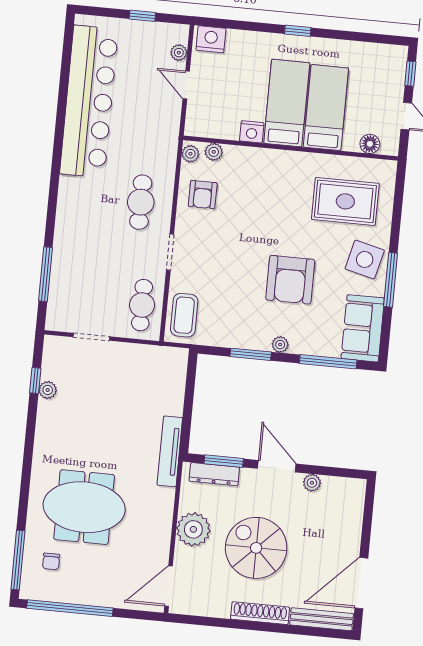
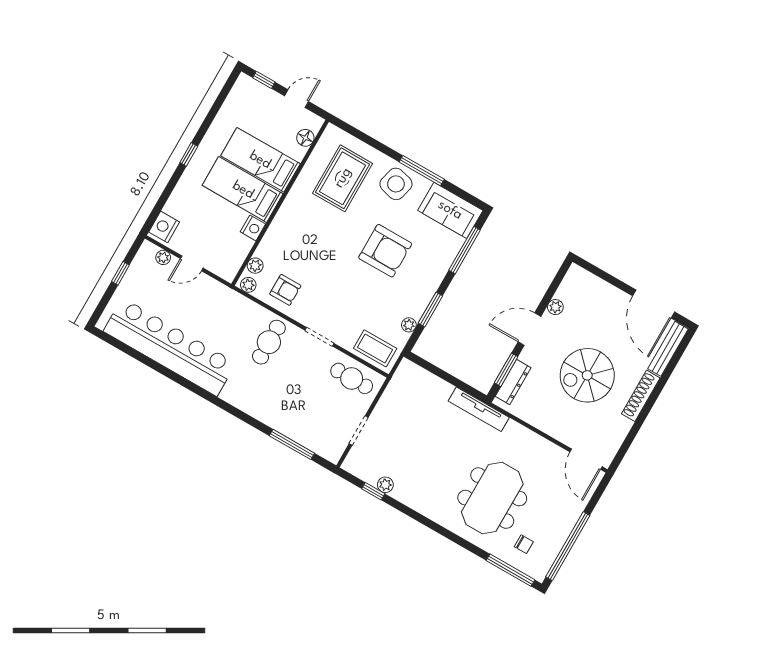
cafe table: (141, 202) -> (269, 342), turned 90
plant: (280, 345) -> (409, 325), moved
plant: (193, 529) -> (550, 419), removed

